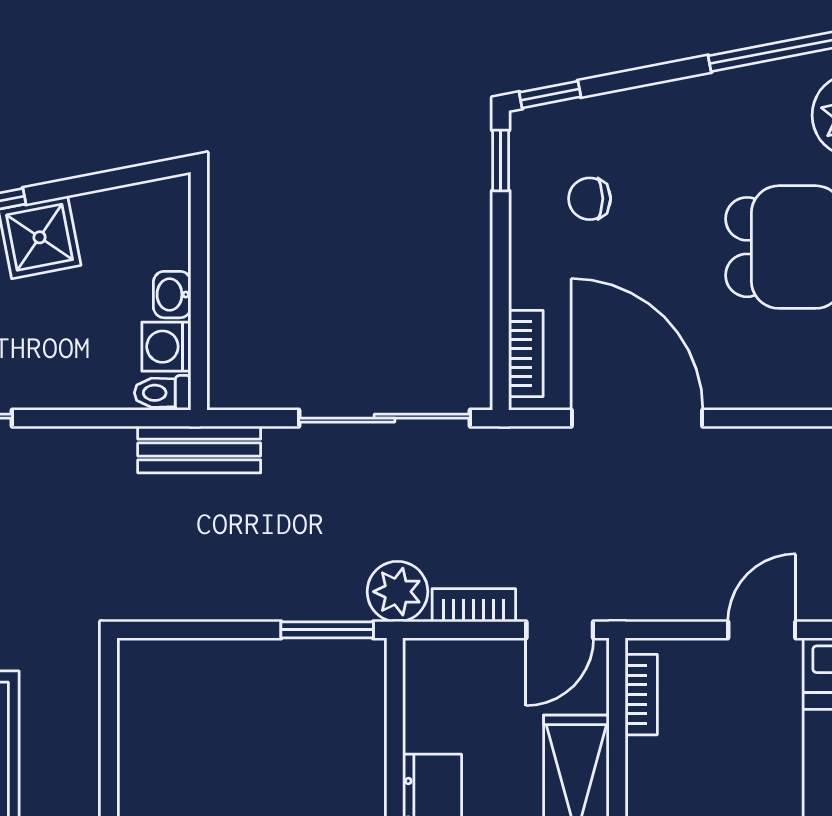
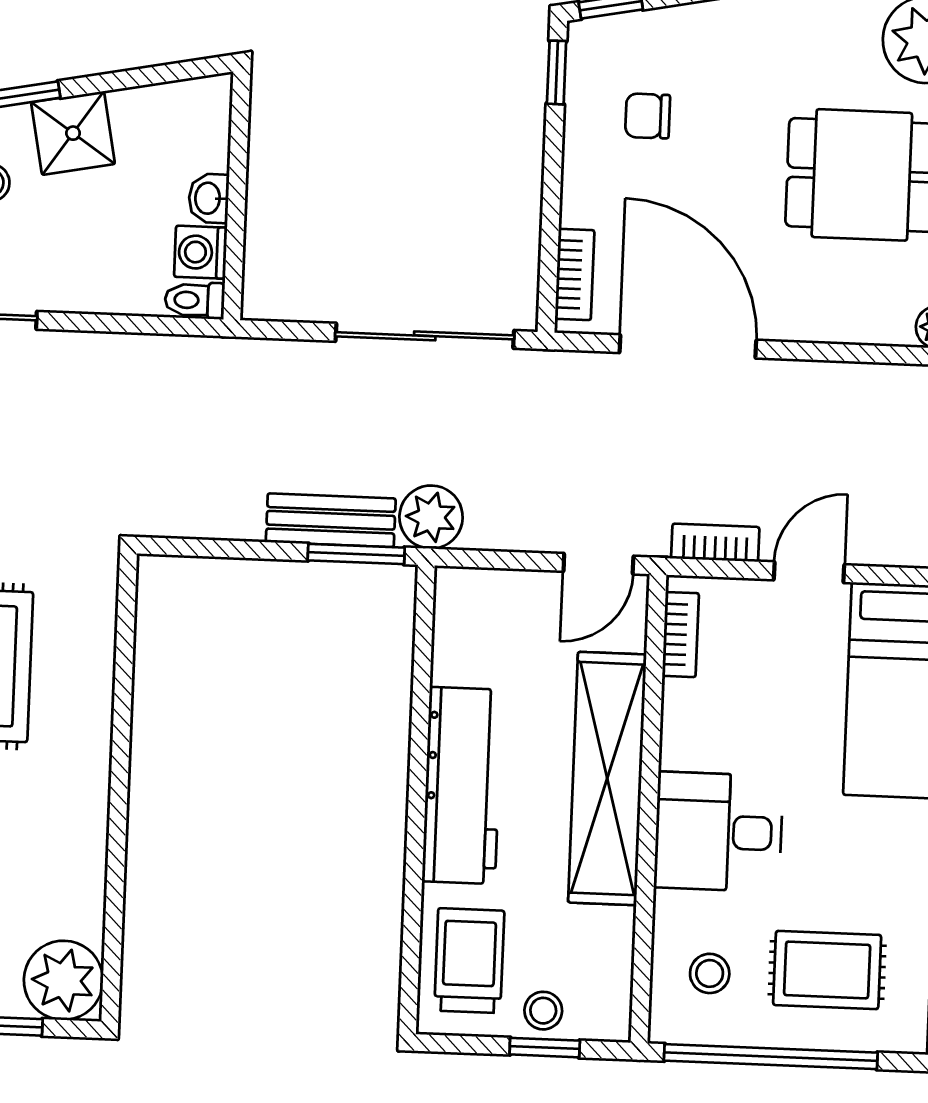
bench: (199, 450) -> (331, 520), moved
bookcase: (474, 605) -> (715, 543), moved

